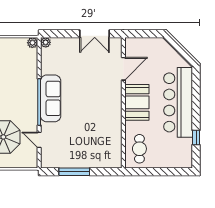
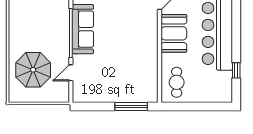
door: (39, 140) -> (71, 73), hinge flipped
window: (74, 172) -> (131, 107), moved

